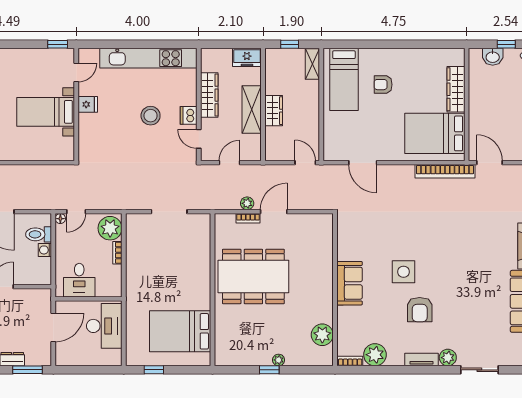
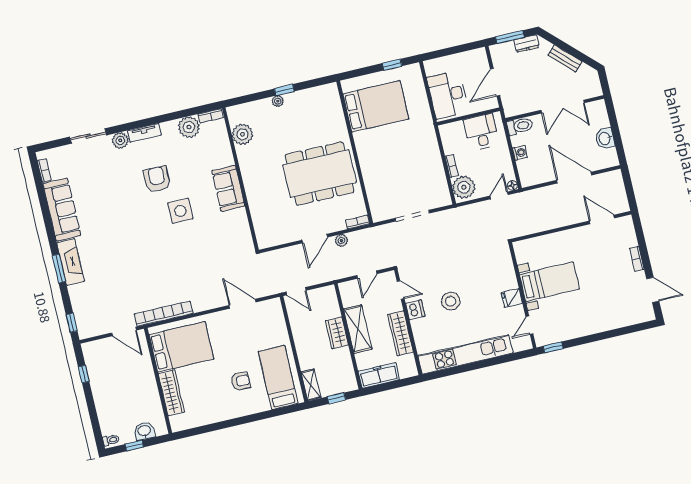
freezer: (247, 57) -> (379, 375), width x1.40
bookcase: (248, 218) -> (358, 222), moved
toilet: (39, 234) -> (520, 126), moved

